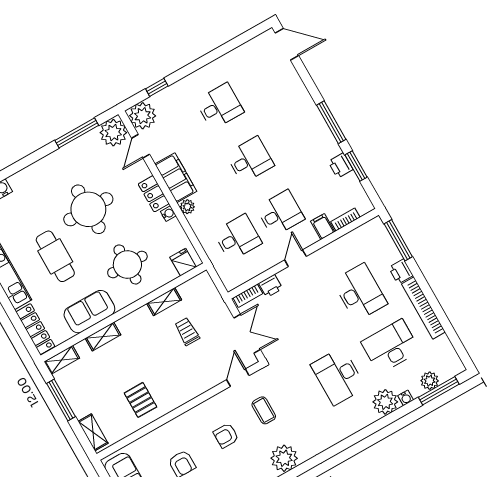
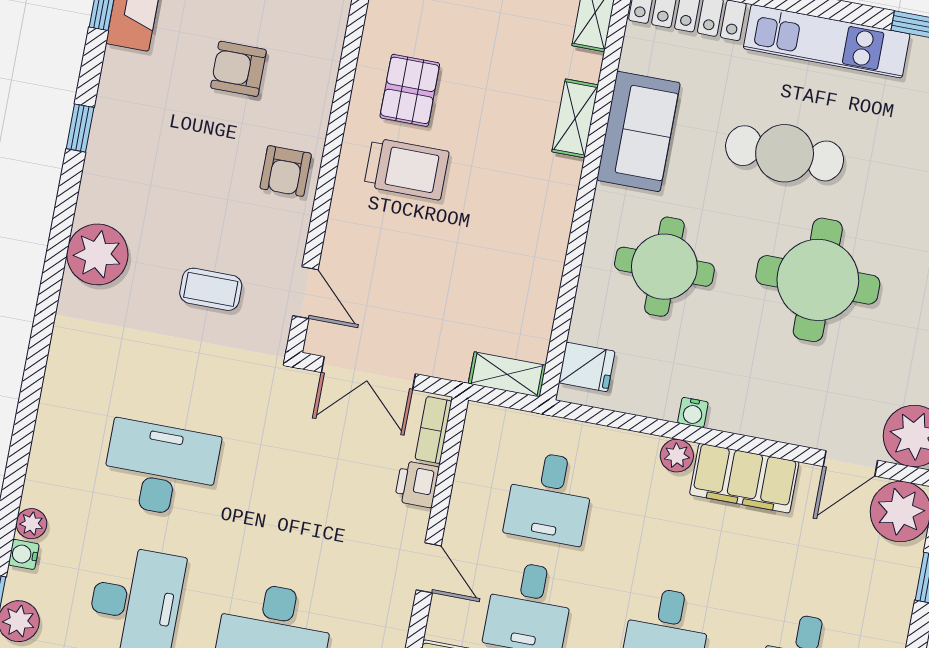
door: (141, 146) -> (850, 463), swing flipped
locker: (154, 194) -> (749, 416), removed
shelving: (164, 302) -> (507, 374), moved, turned 90
trolley: (187, 332) -> (407, 169), moved, width x1.36, depth x1.39
pallet: (140, 400) -> (410, 90), turned 90
plant: (385, 402) -> (31, 524), width x0.53, depth x0.53
armchair: (226, 436) -> (286, 171), moved, turned 180

